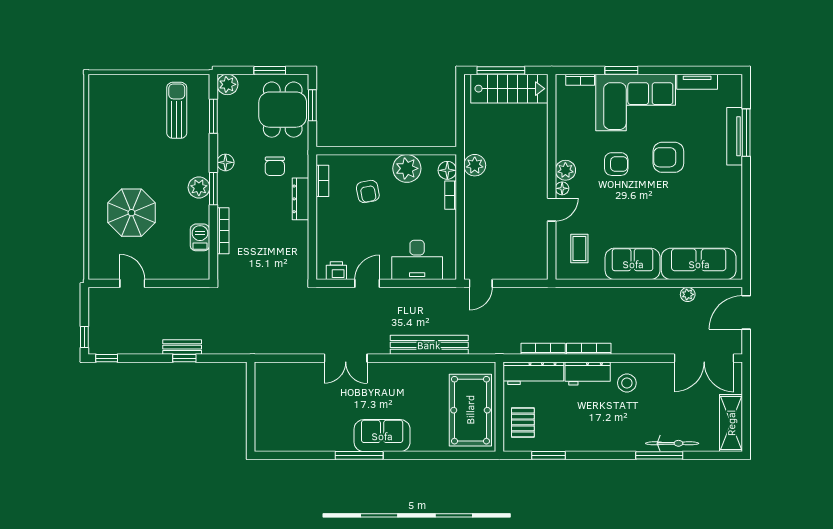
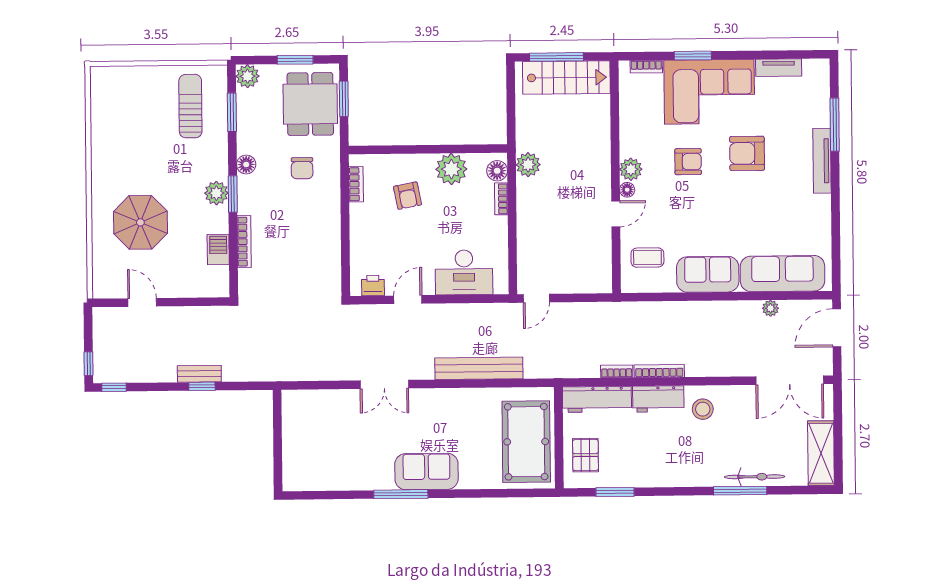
tv unit: (735, 136) -> (822, 161), moved
dresser: (300, 199) -> (331, 205), removed
coffee table: (579, 248) -> (647, 258), turned 90
bookcase: (543, 349) -> (617, 371), width x0.64

